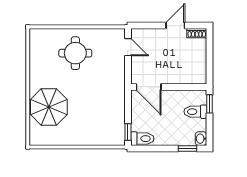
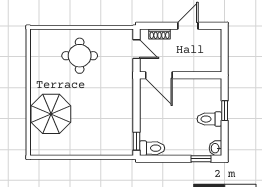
shoe rack: (197, 33) -> (160, 34), moved
door: (149, 87) -> (159, 75), moved
wall: (169, 87) -> (181, 75), moved

